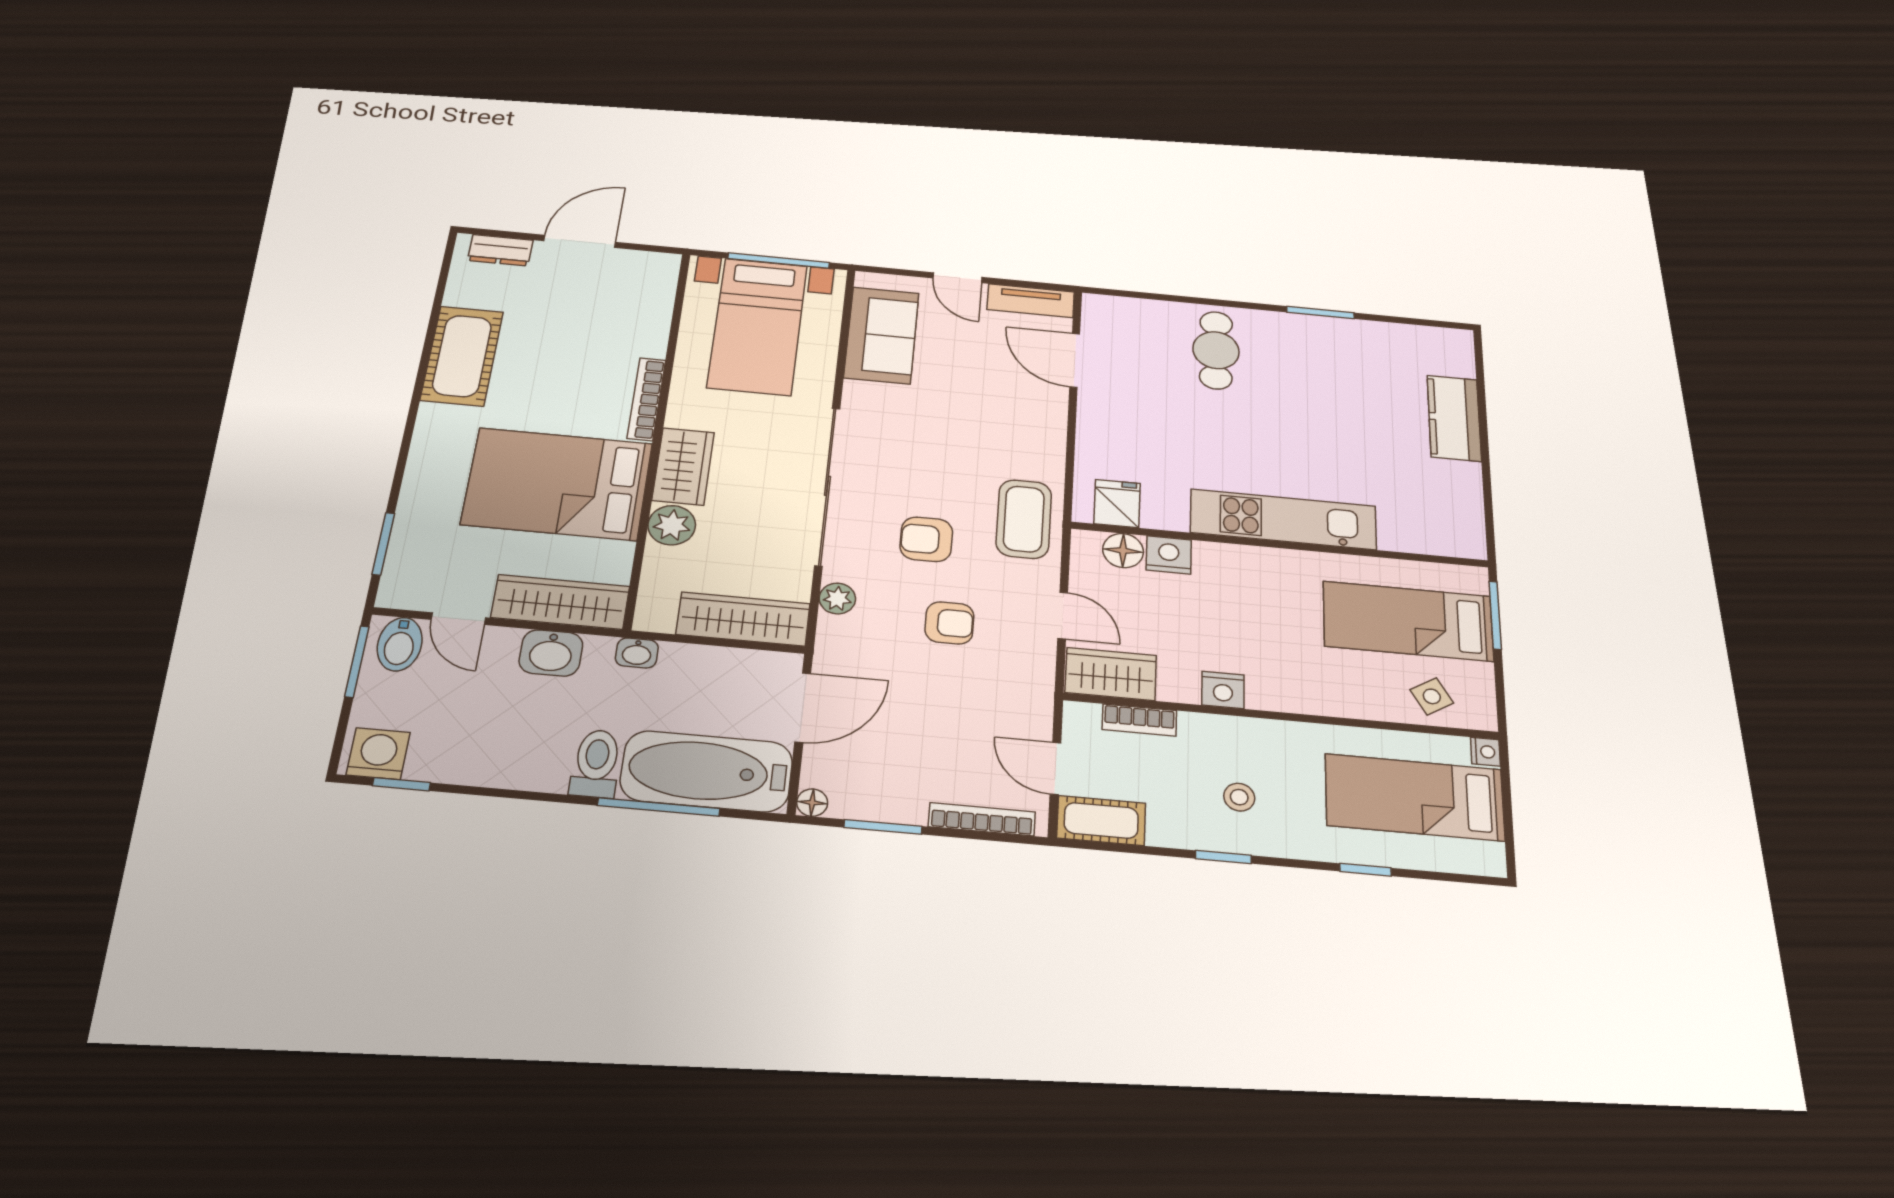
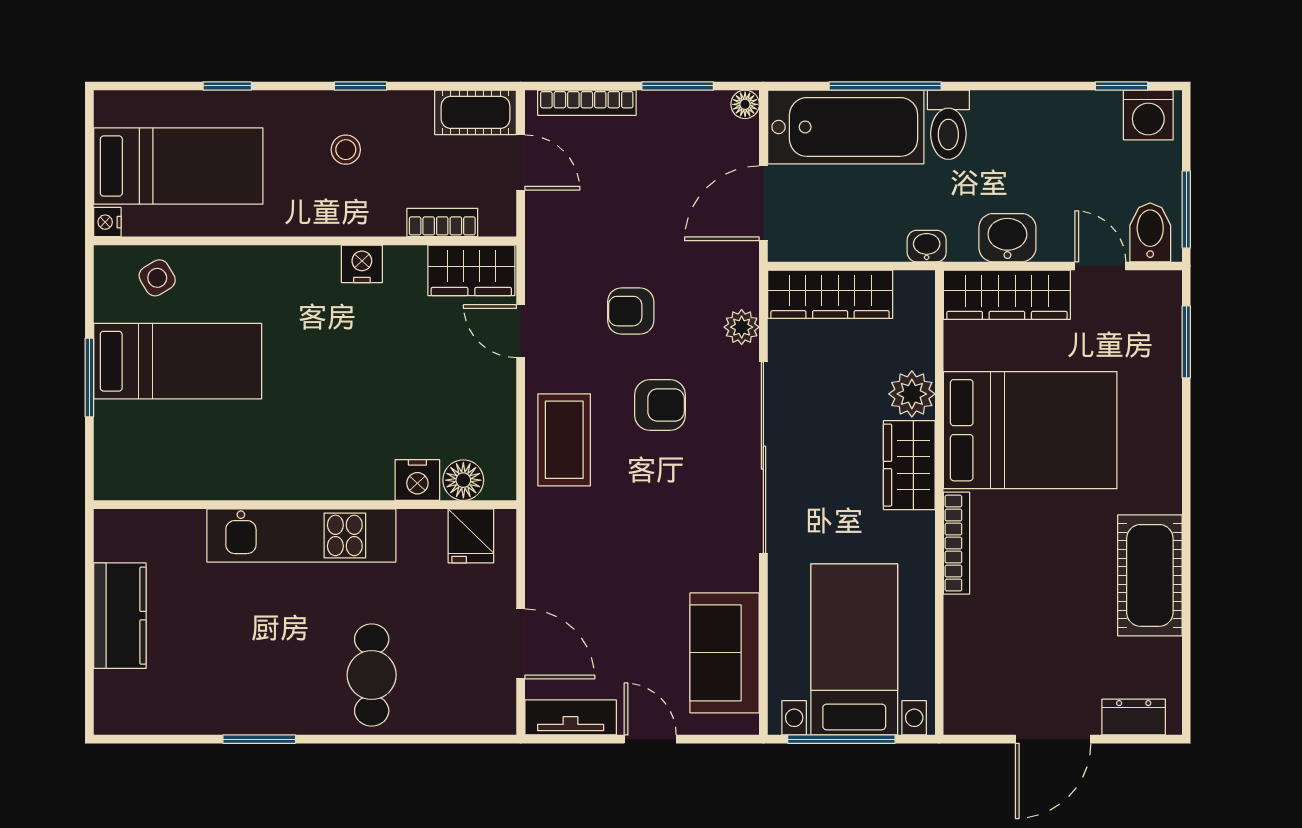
fridge: (1117, 503) -> (471, 536), moved
kitchen unit: (1283, 519) -> (301, 535), moved
wall: (1280, 545) -> (305, 505), moved
floor lamp: (1123, 551) -> (463, 480), moved
nightstand: (1169, 555) -> (417, 480), moved

